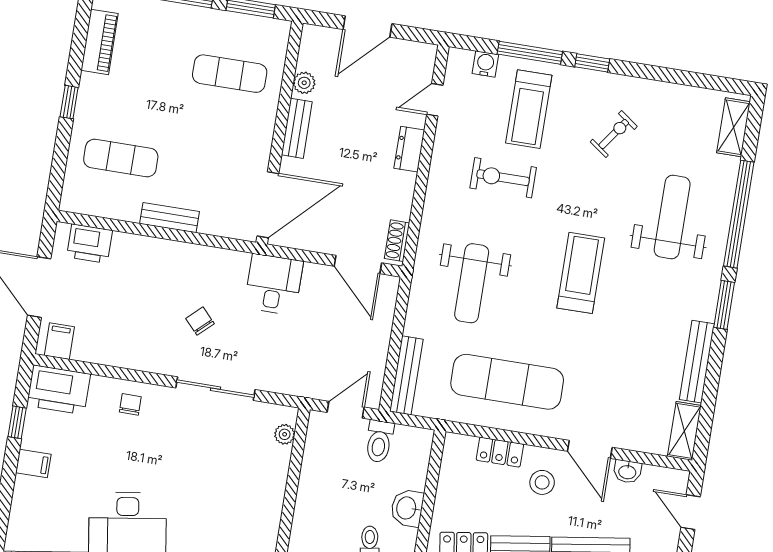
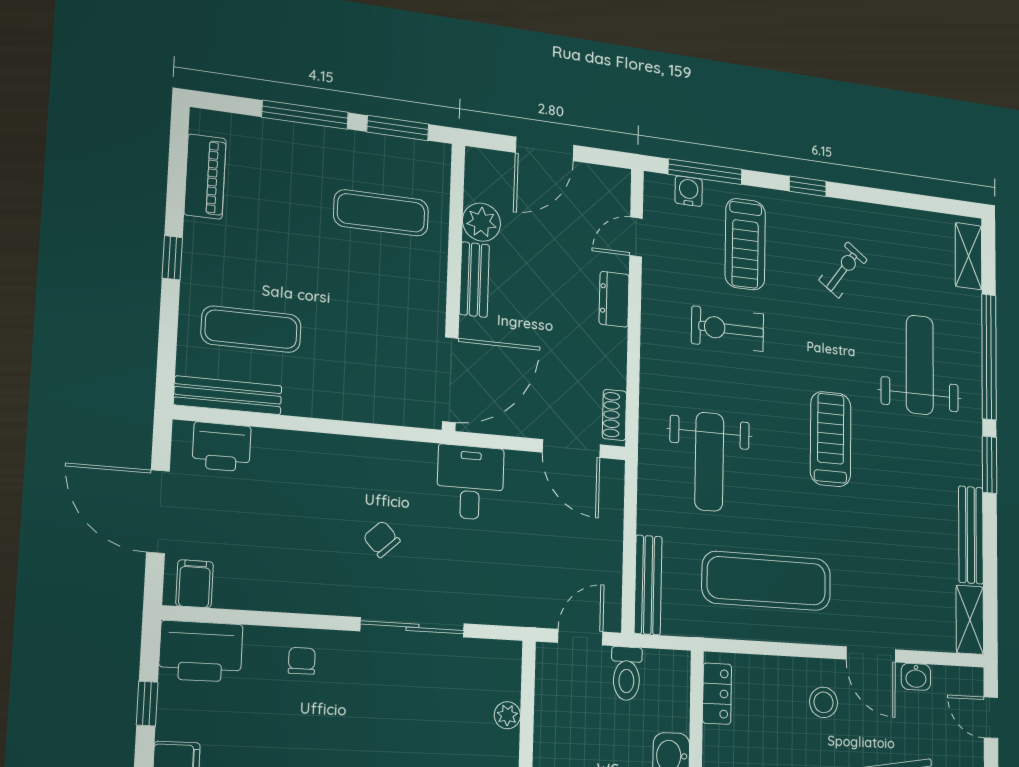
window: (530, 53) -> (705, 172), moved
plant: (304, 83) -> (482, 222), width x1.38, depth x1.38
bench: (170, 218) -> (228, 395), moved, width x1.36
plant: (285, 434) -> (507, 715), moved
locker: (500, 452) -> (717, 694), moved, turned -90

